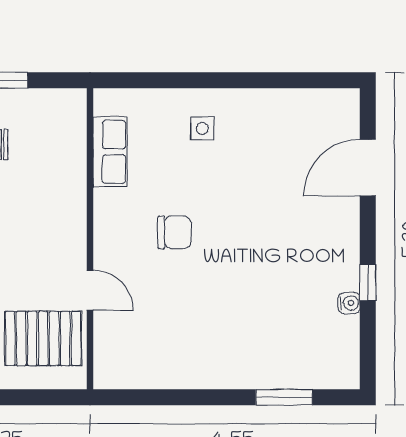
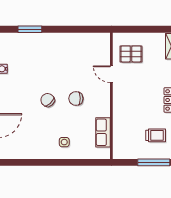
chair: (242, 229) -> (48, 100), added
pallet: (43, 338) -> (131, 54), width x0.67, depth x0.71

